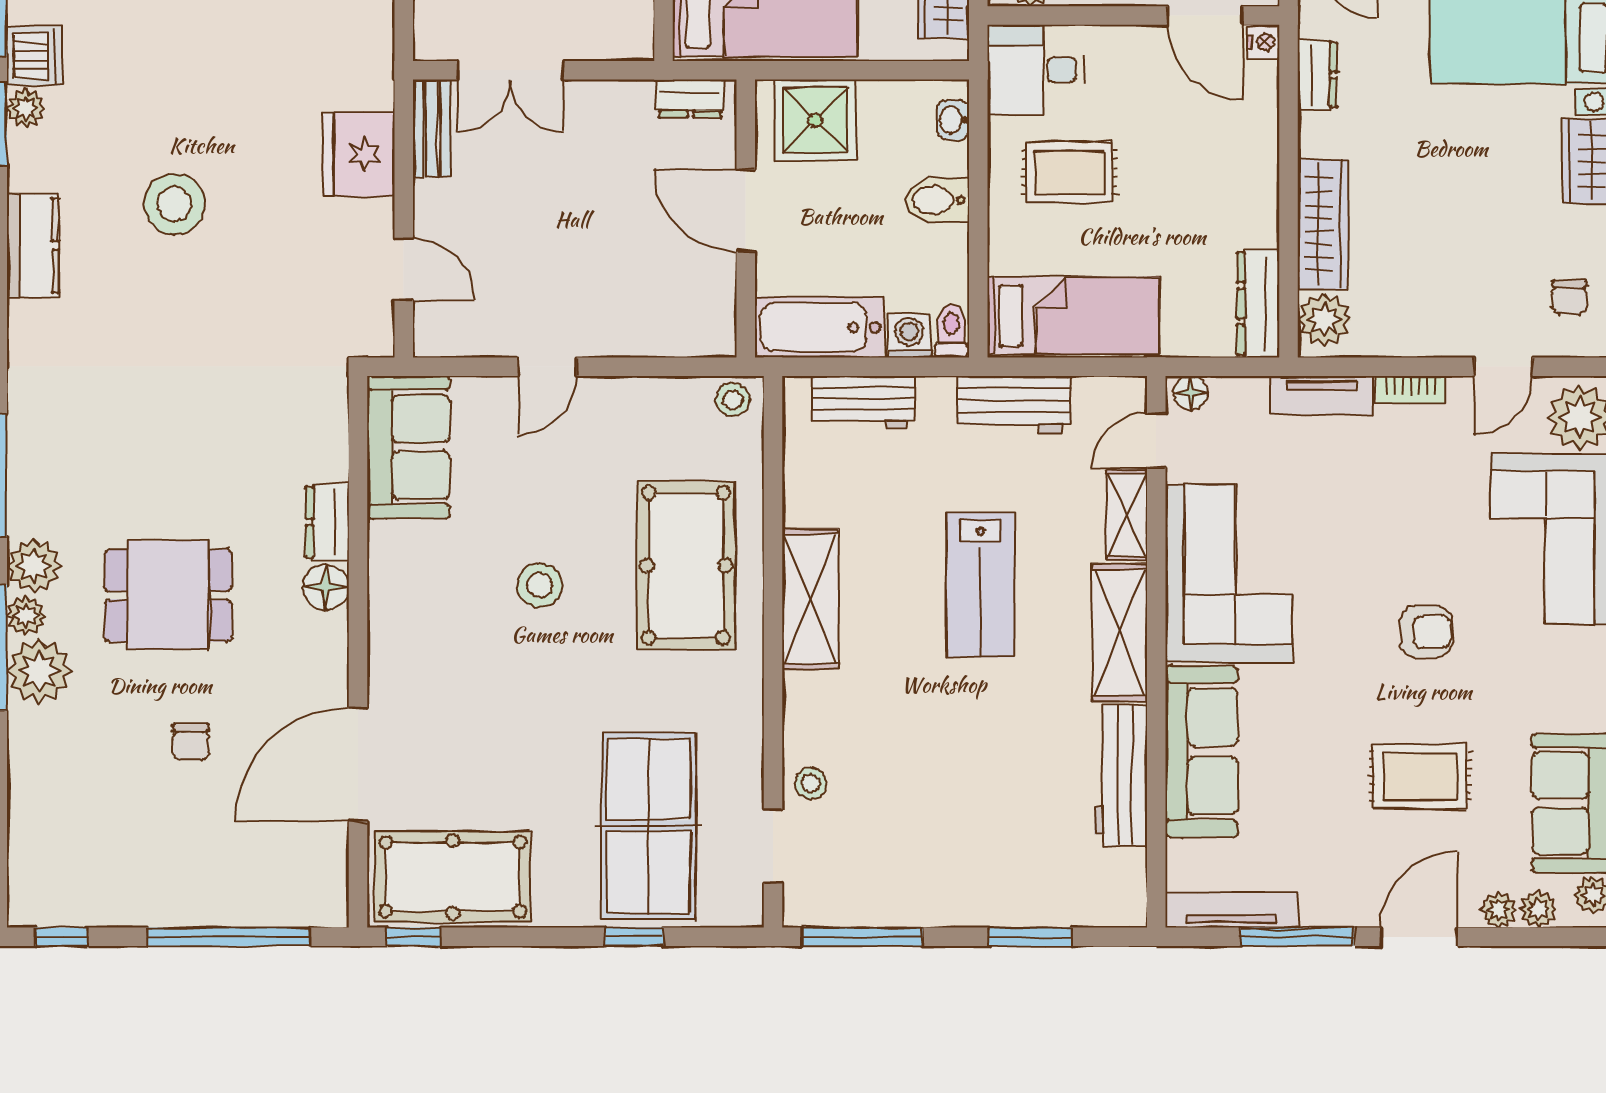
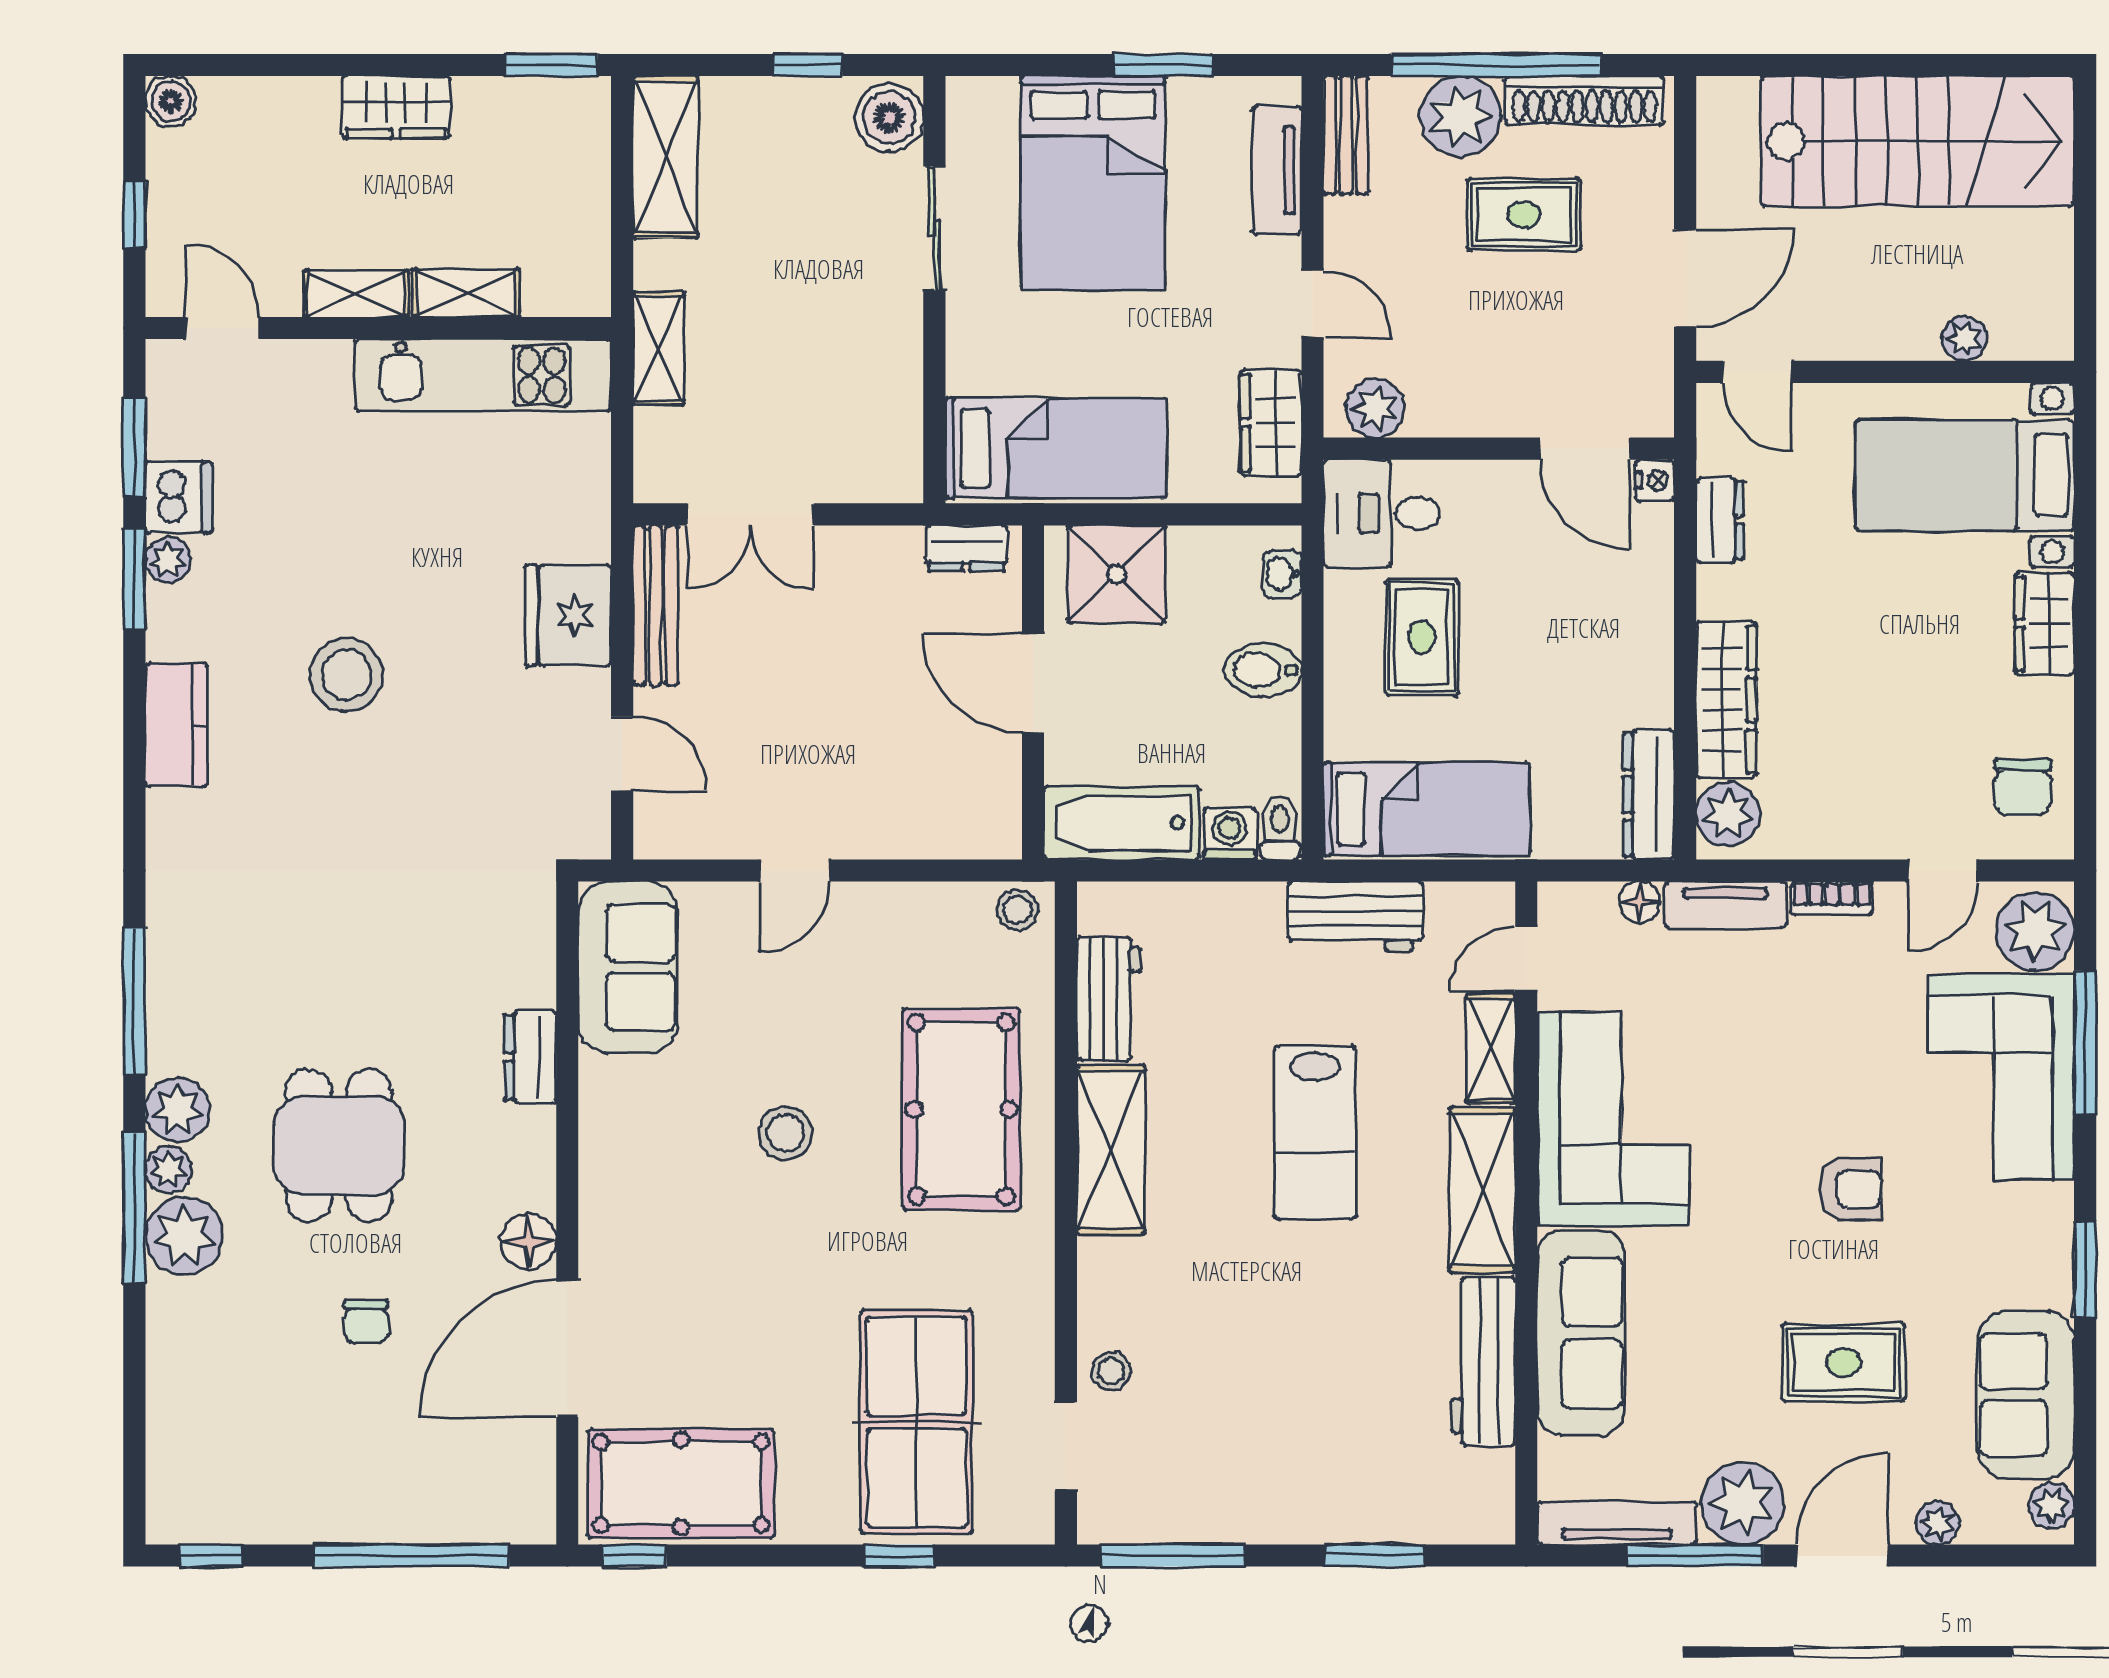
bench: (431, 128) -> (655, 605), width x1.36
rug: (1069, 173) -> (1422, 637), turned 90
chair: (1569, 297) -> (2023, 787), width x1.37, depth x1.37
floor lamp: (1191, 393) -> (1640, 902), moved
workbench: (863, 402) -> (1109, 999), moved, turned -90
floor lamp: (326, 587) -> (529, 1241), moved
dining table: (168, 595) -> (339, 1145), turned 90
plant: (1538, 909) -> (1742, 1503), moved, width x1.87, depth x1.87

